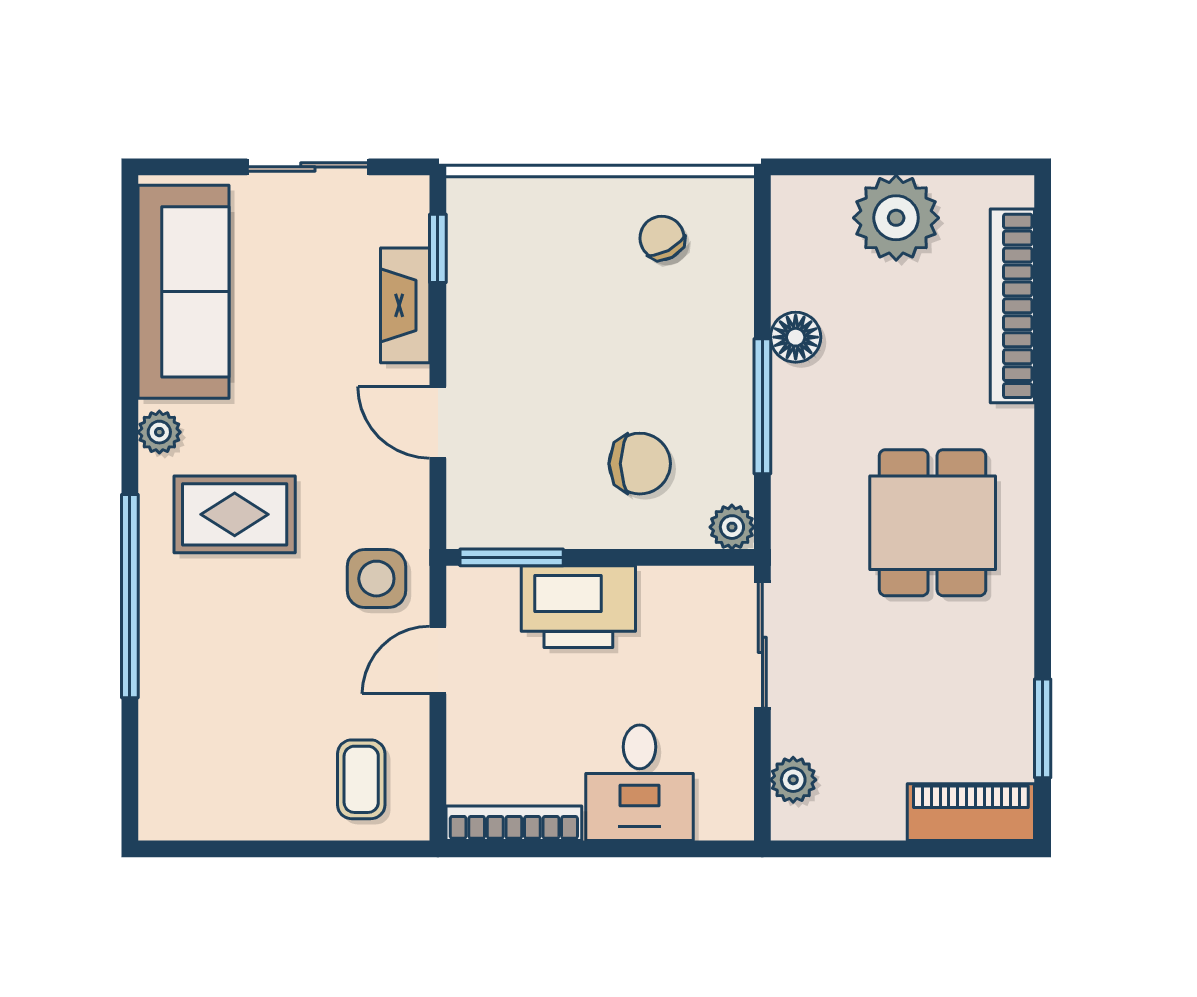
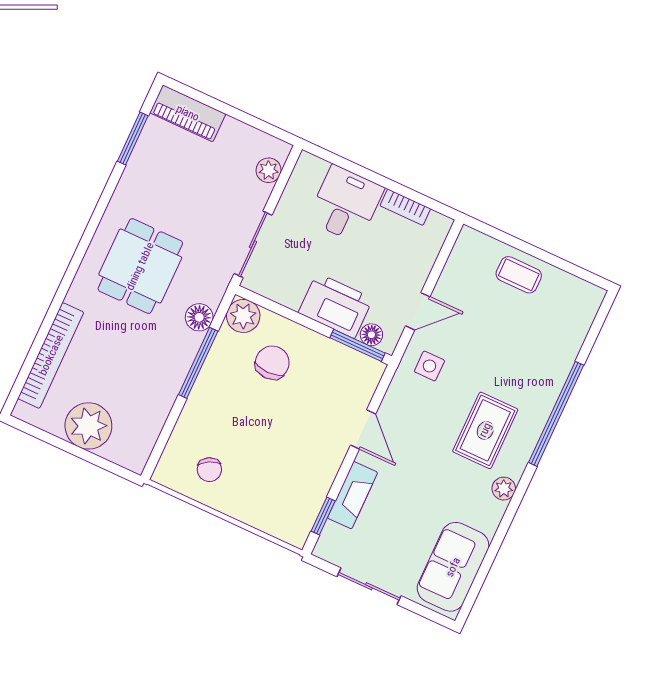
sofa: (184, 292) -> (453, 567), width x0.73
floor lamp: (796, 337) -> (199, 317), moved
chair: (640, 464) -> (272, 363), turned 90
rug: (235, 514) -> (485, 430), turned 90
plant: (732, 527) -> (243, 316), width x1.38, depth x1.38
side table: (376, 579) -> (429, 366), width x0.73, depth x0.73
floor lamp: (497, 586) -> (371, 335), added
coffee table: (361, 779) -> (519, 275), moved, turned 90
bookcase: (514, 823) -> (405, 207), width x0.64

